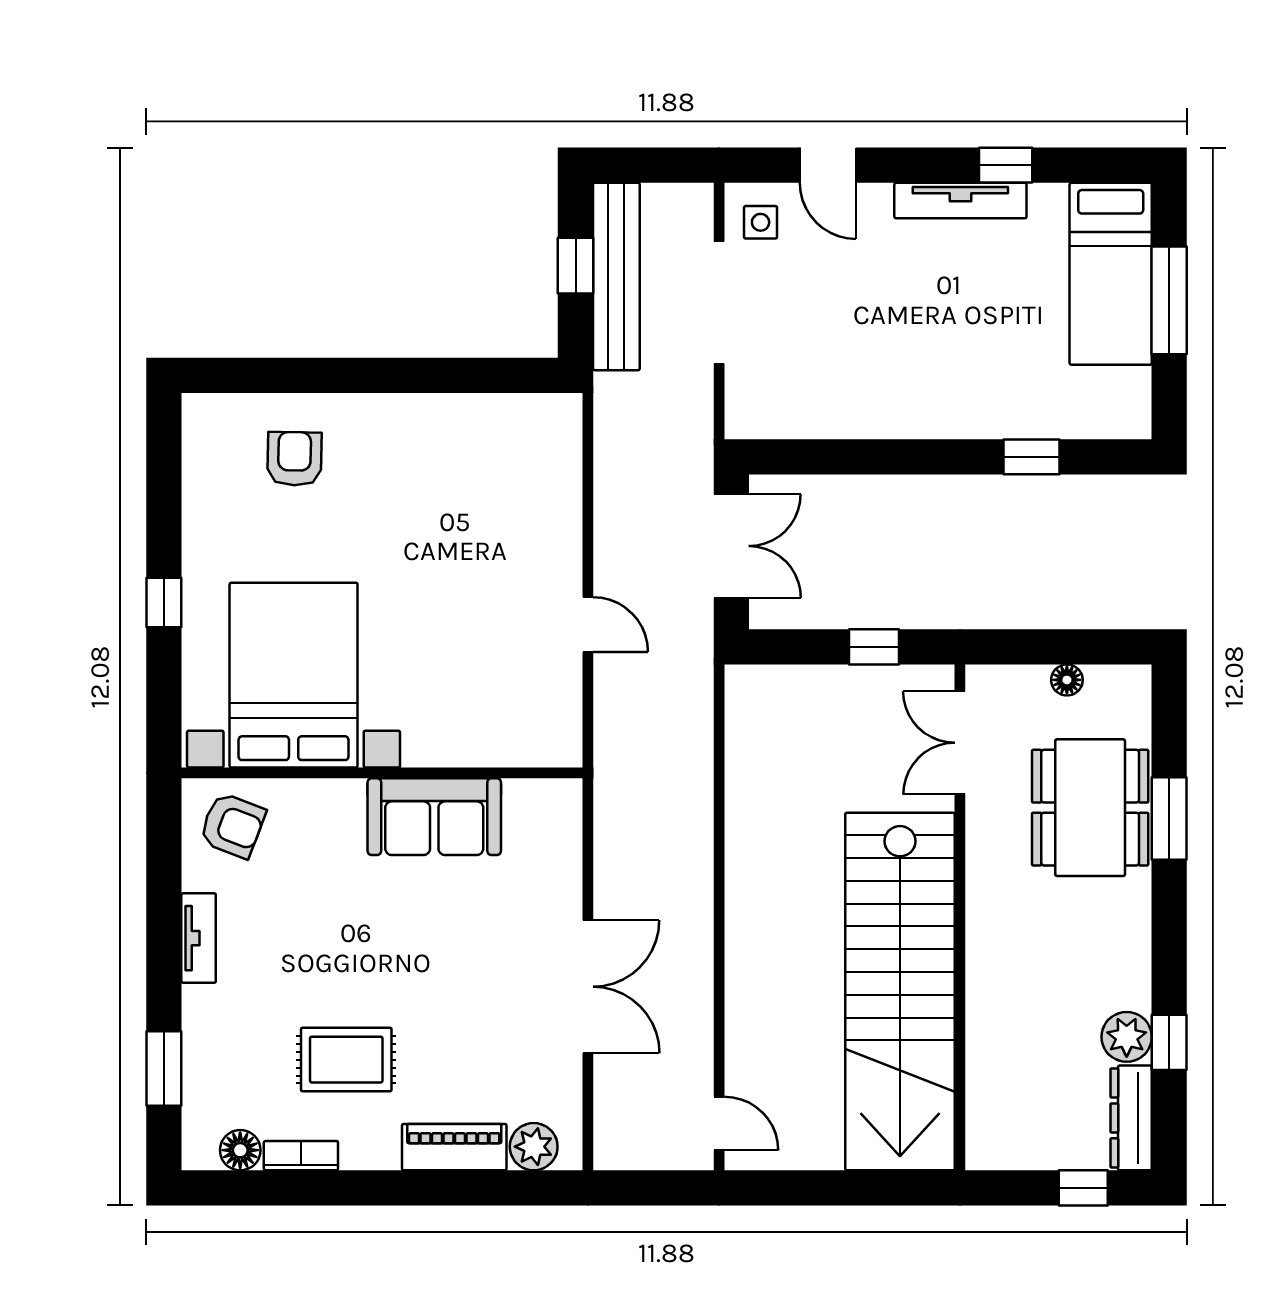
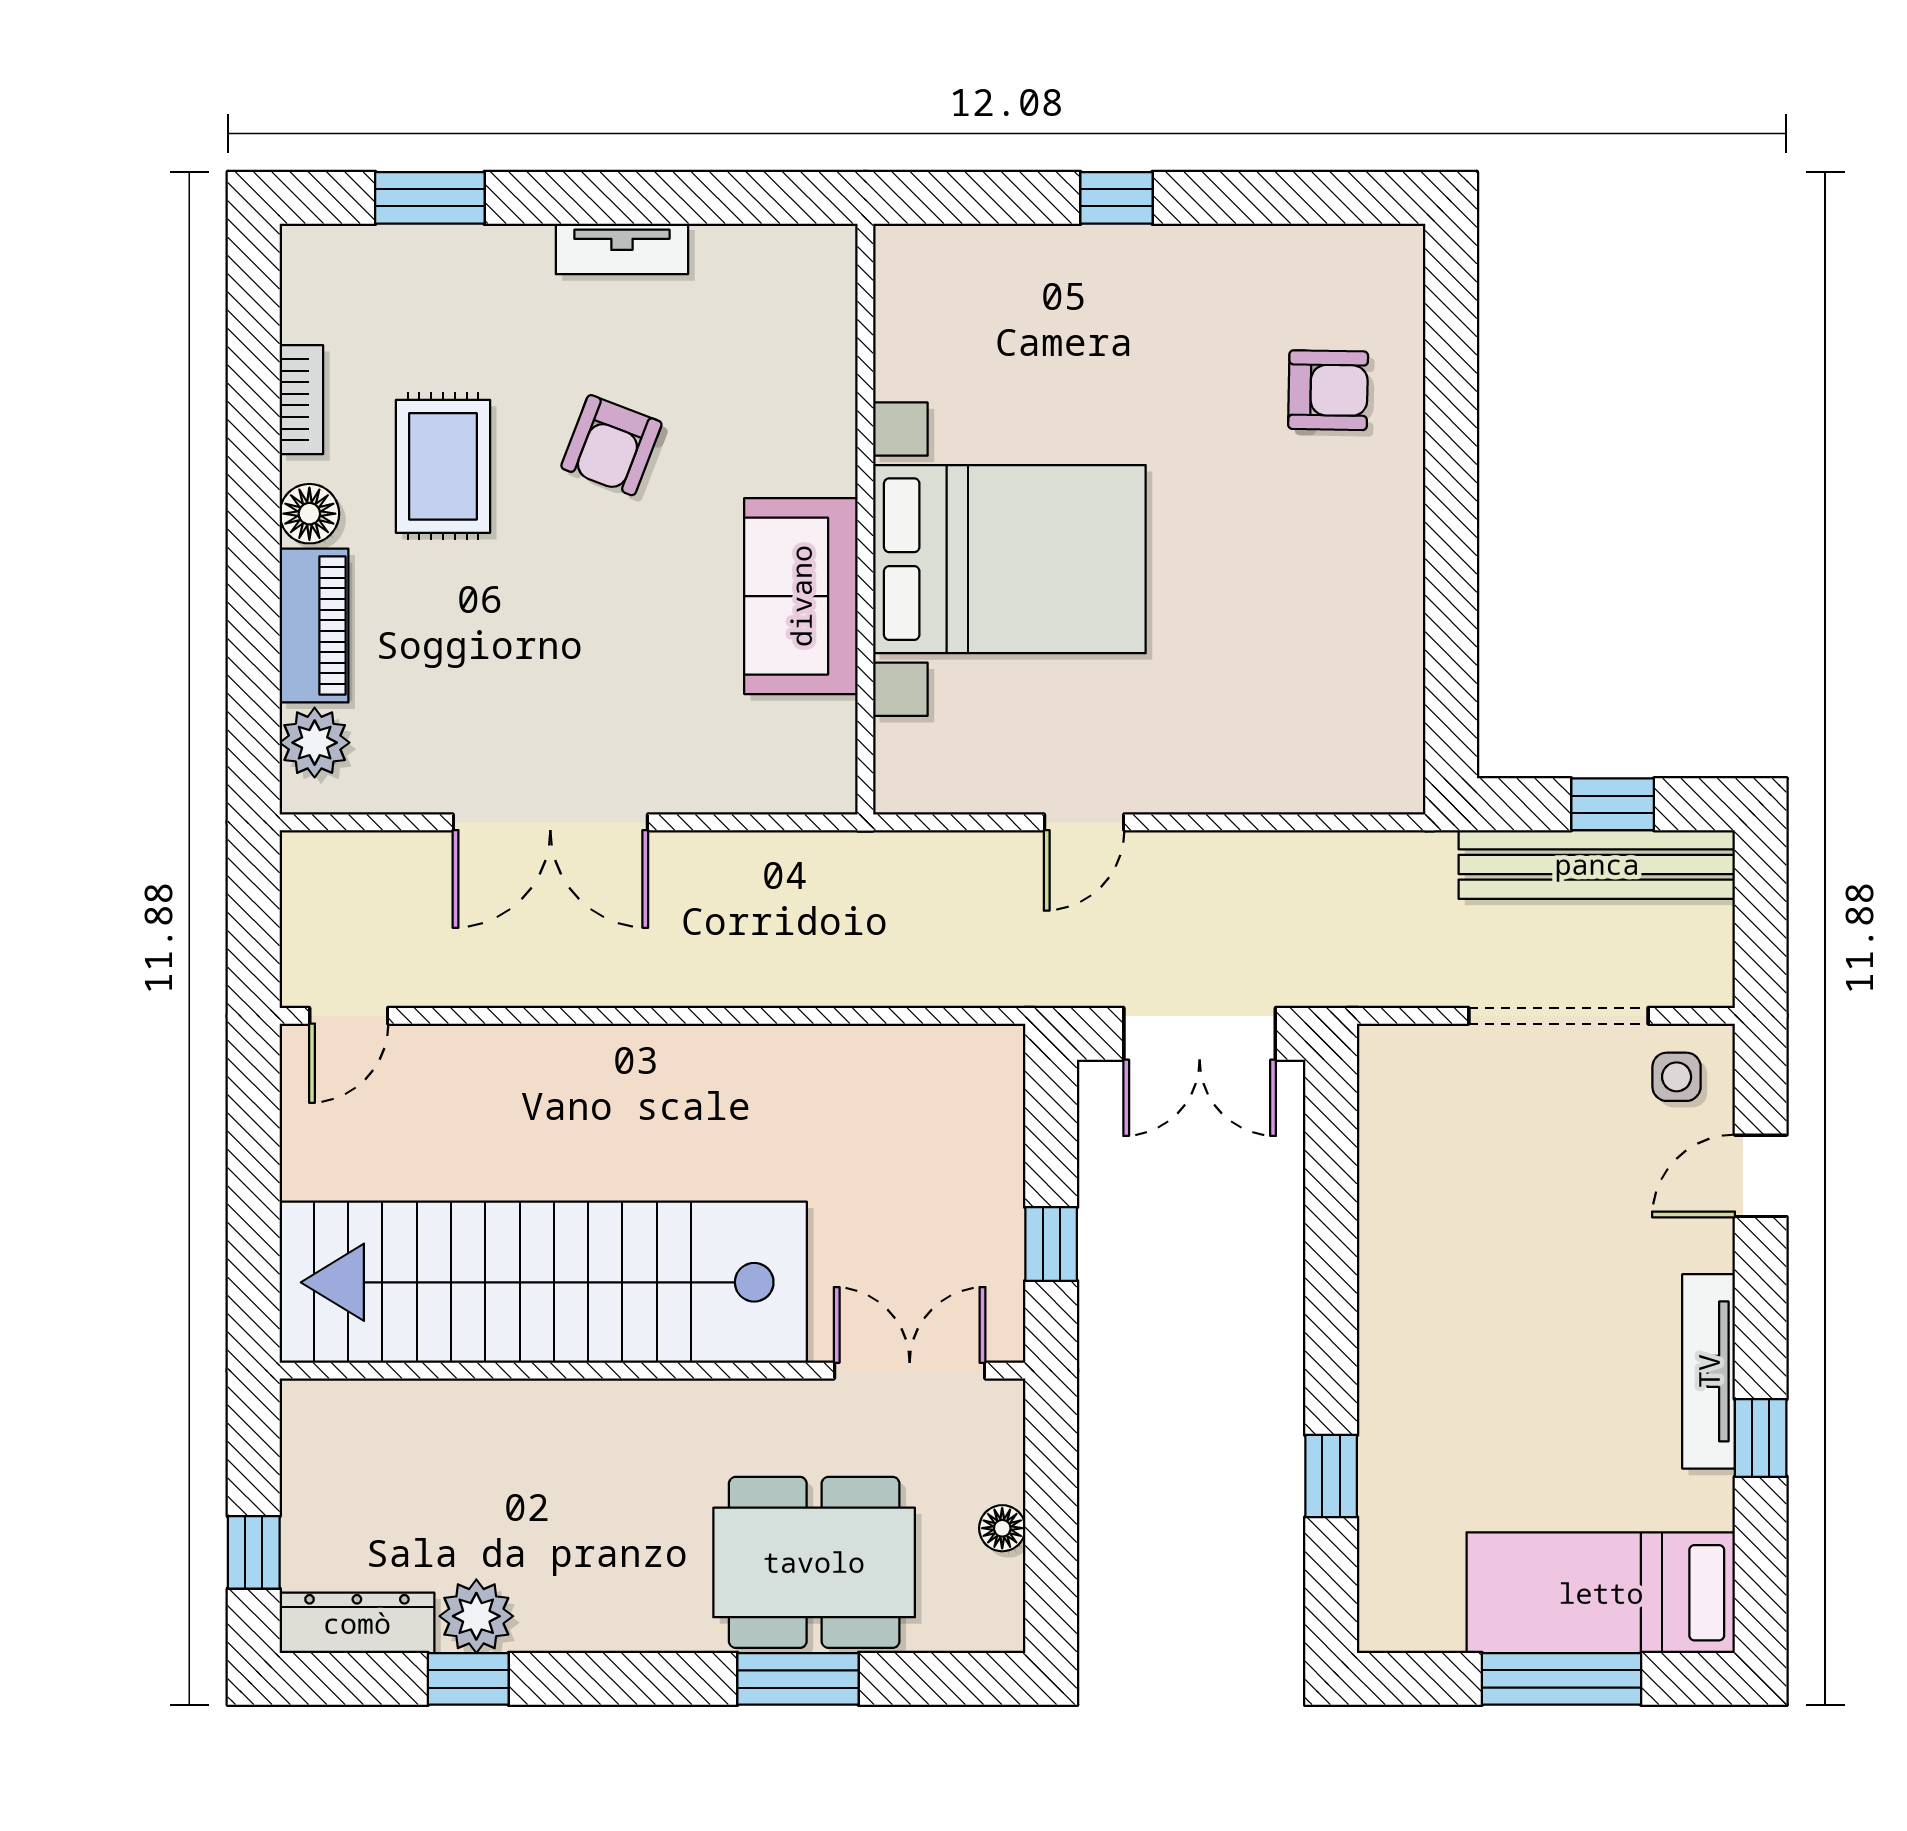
bed with nightstands: (294, 675) -> (1009, 559), moved
armchair: (232, 825) -> (611, 445), moved
floor lamp: (240, 1150) -> (309, 514), moved

